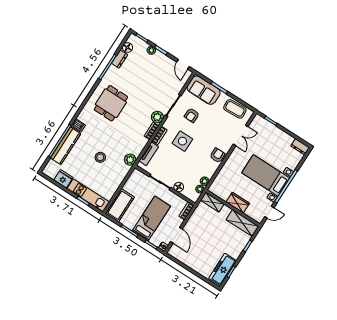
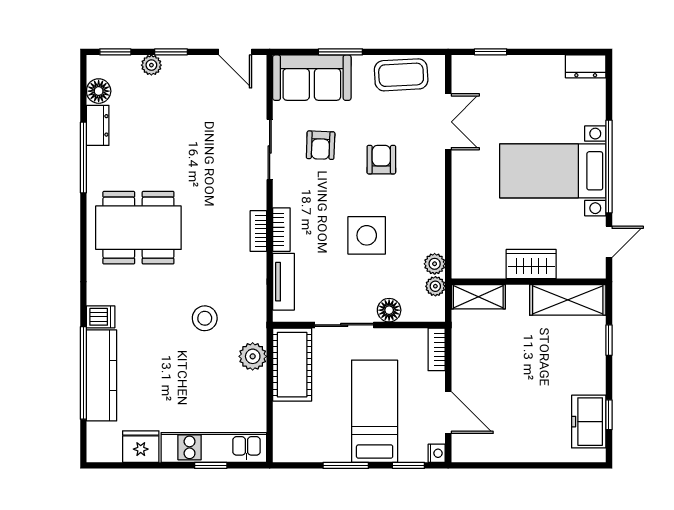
dining table: (111, 103) -> (138, 228), width x1.38
plant: (157, 117) -> (252, 194), removed
side table: (182, 141) -> (367, 235), moved
armchair: (217, 155) -> (381, 160), moved
stool: (100, 157) -> (205, 318), moved
plant: (130, 160) -> (253, 356), moved
cot: (120, 205) -> (292, 365), moved
freezer: (223, 269) -> (589, 422), width x0.71

